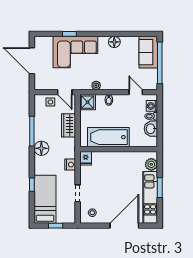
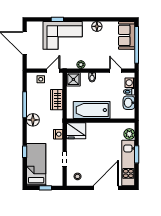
door: (65, 92) -> (53, 71), swing flipped
fridge: (86, 158) -> (76, 131), width x1.88, depth x1.34

